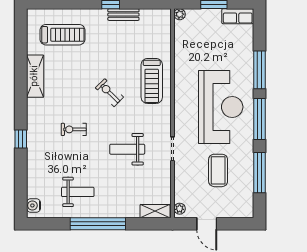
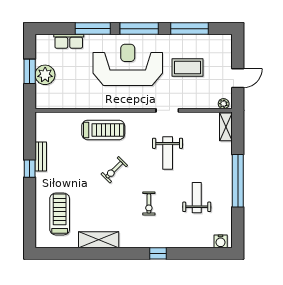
plant: (180, 14) -> (45, 75), moved, width x1.88, depth x1.88
row of seats: (238, 16) -> (69, 41), moved, turned 90
weight bench: (78, 192) -> (197, 198), moved

